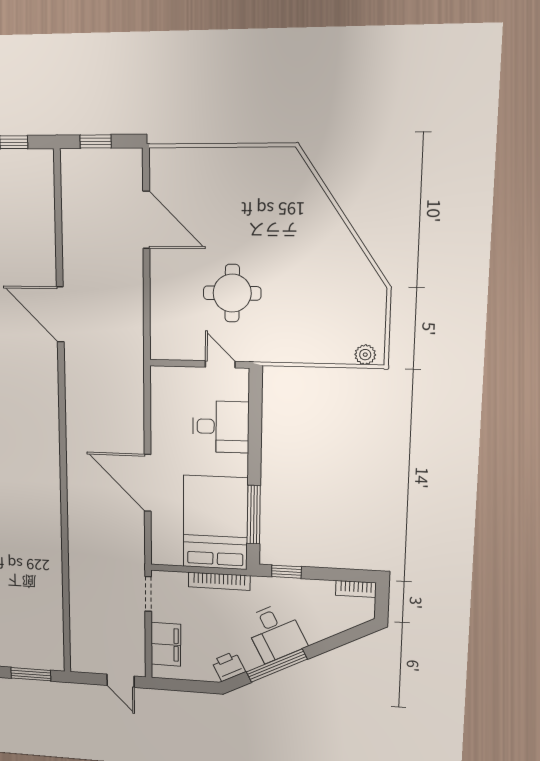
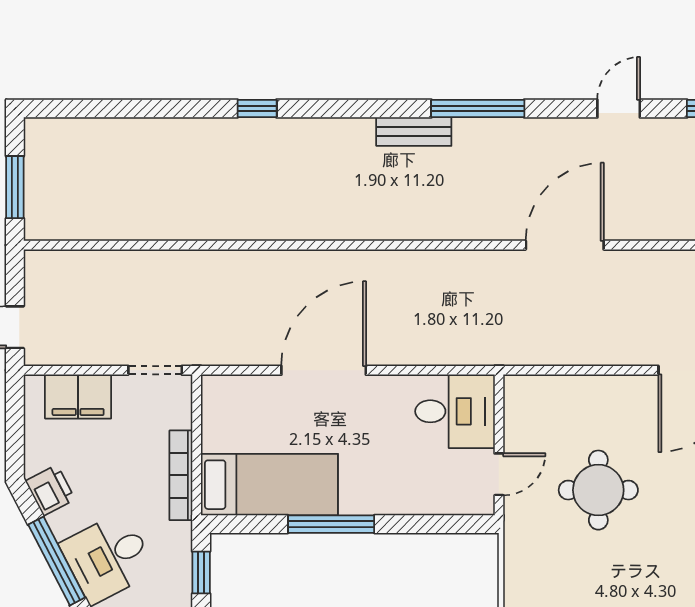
desk: (221, 427) -> (455, 411), moved, turned -90
window: (254, 515) -> (331, 524), moved
bed: (215, 522) -> (269, 485), width x0.67

